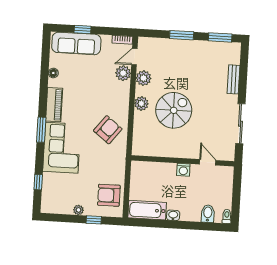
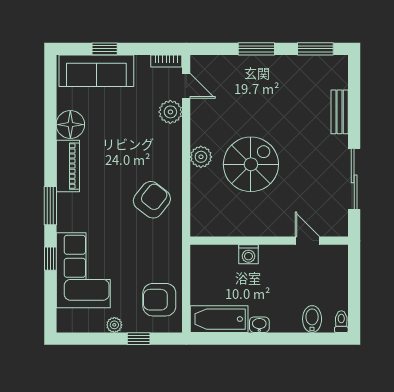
door: (134, 57) -> (186, 86), swing flipped
floor lamp: (53, 73) -> (70, 125), width x1.89, depth x1.89
plant: (143, 78) -> (202, 118), removed
corner sofa: (62, 148) -> (83, 270), moved
washing machine: (183, 170) -> (248, 254), moved
window: (38, 182) -> (50, 259), moved

